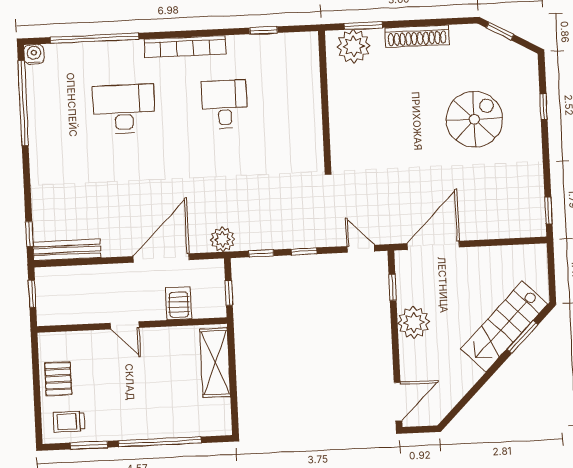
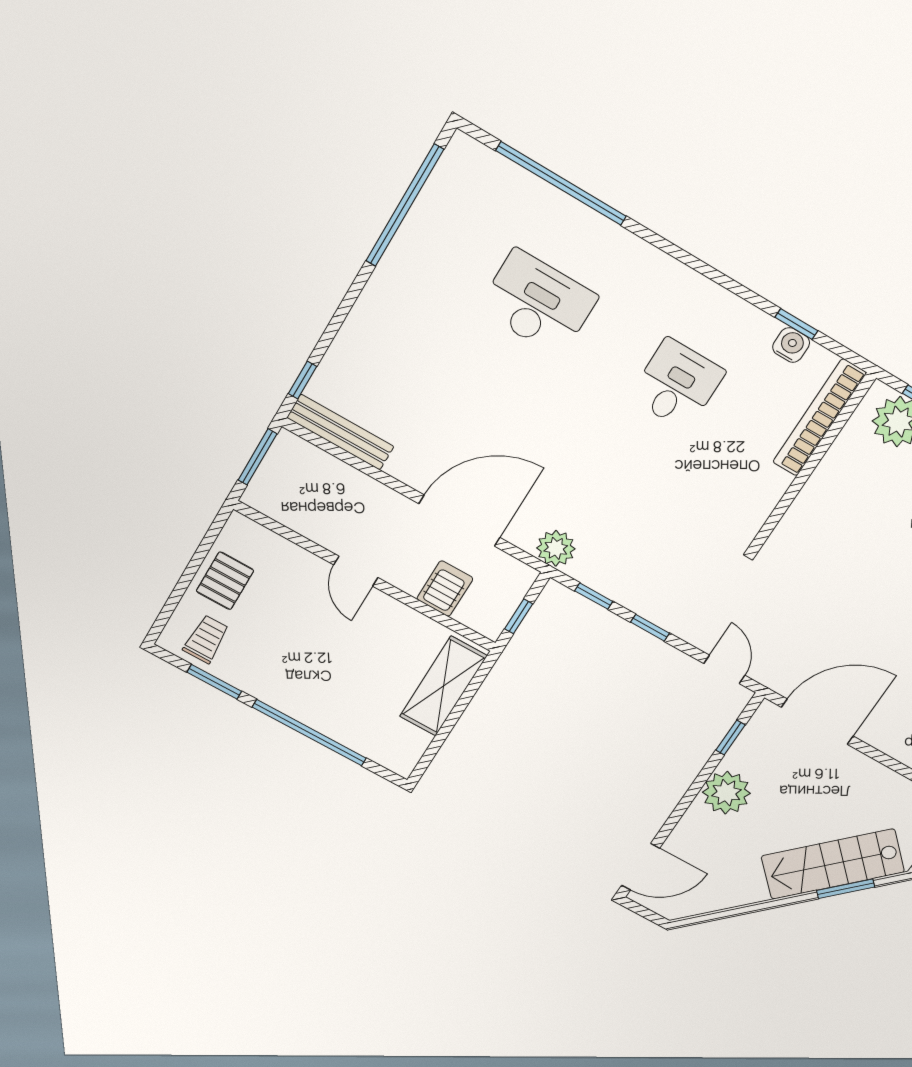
bookcase: (185, 47) -> (819, 418), moved, turned 90
water cooler: (34, 54) -> (791, 345), moved
window: (32, 294) -> (257, 457), width x1.50
trolley: (69, 422) -> (206, 639), turned 90

